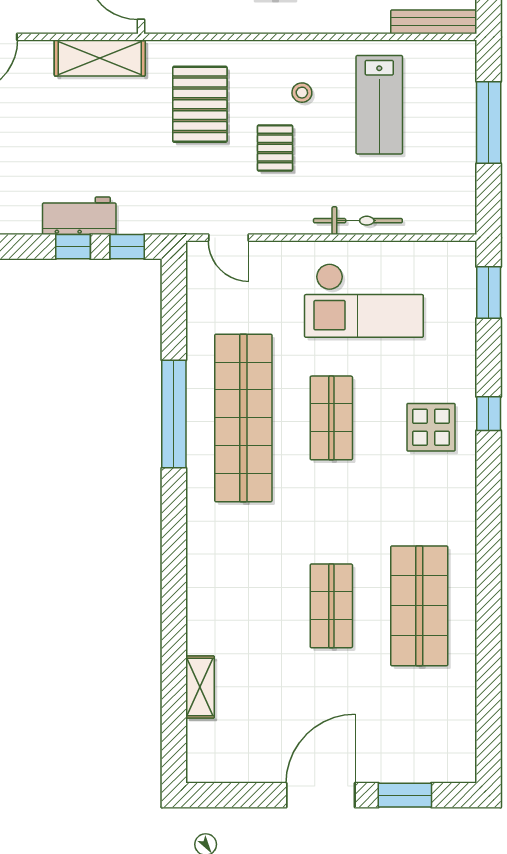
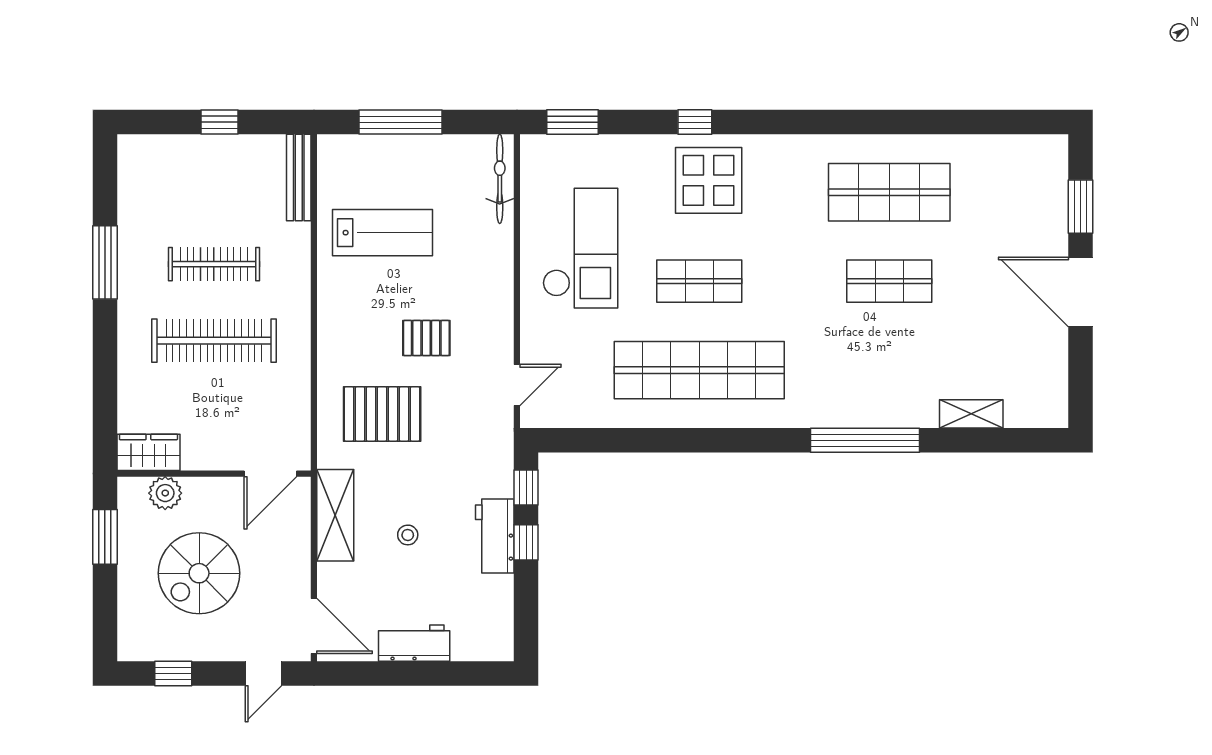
stool: (302, 93) -> (408, 535), moved
bicycle: (358, 221) -> (500, 179), moved
window: (174, 414) -> (865, 440), moved
display table: (431, 427) -> (709, 180), width x1.36, depth x1.36

